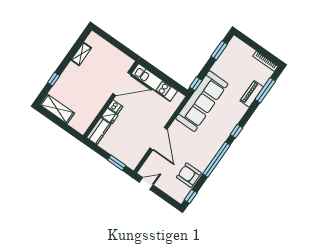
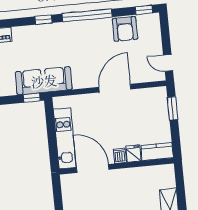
sofa: (202, 101) -> (44, 81), width x0.74, depth x0.79

